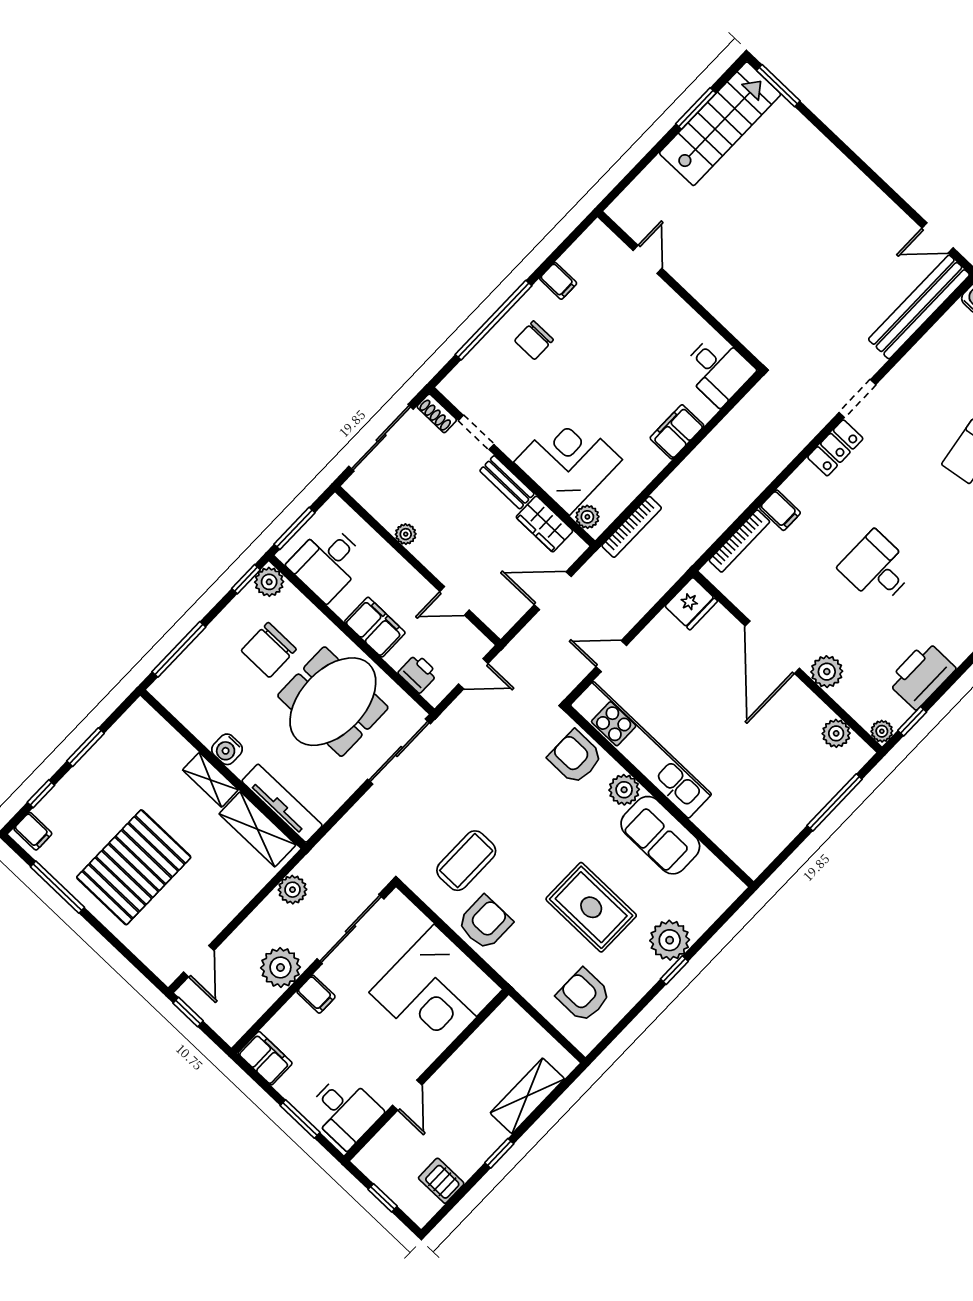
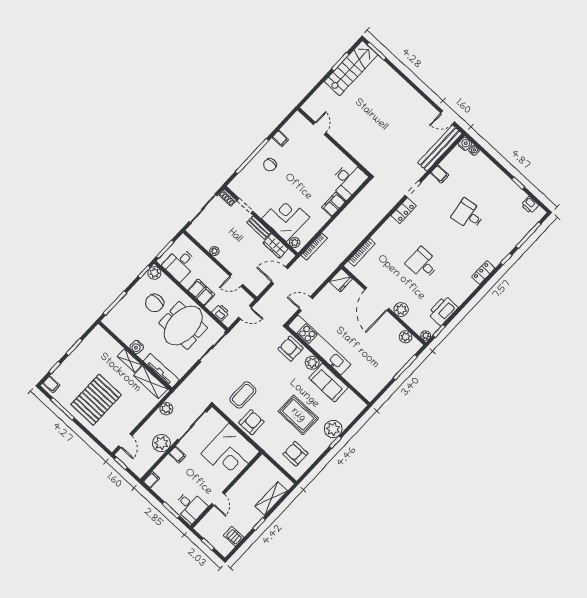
desk: (718, 370) -> (348, 180), width x1.37
filing cabinet: (780, 510) -> (440, 174), moved
filing cabinet: (265, 1058) -> (151, 480), width x0.50

